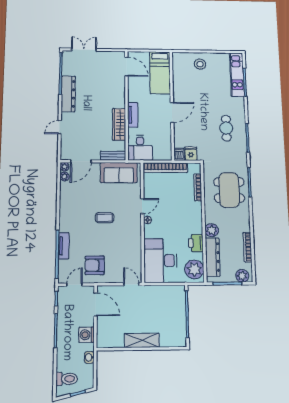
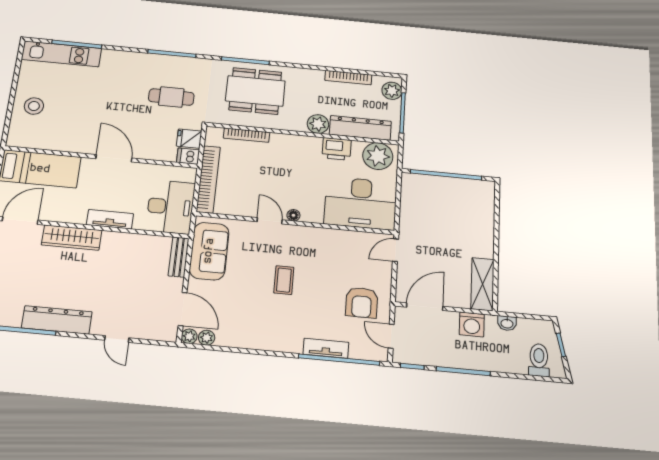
wardrobe: (119, 124) -> (72, 238), moved
cafe table: (226, 128) -> (171, 97), moved
desk: (140, 148) -> (170, 207), width x1.37
shelving: (142, 340) -> (483, 284), moved

